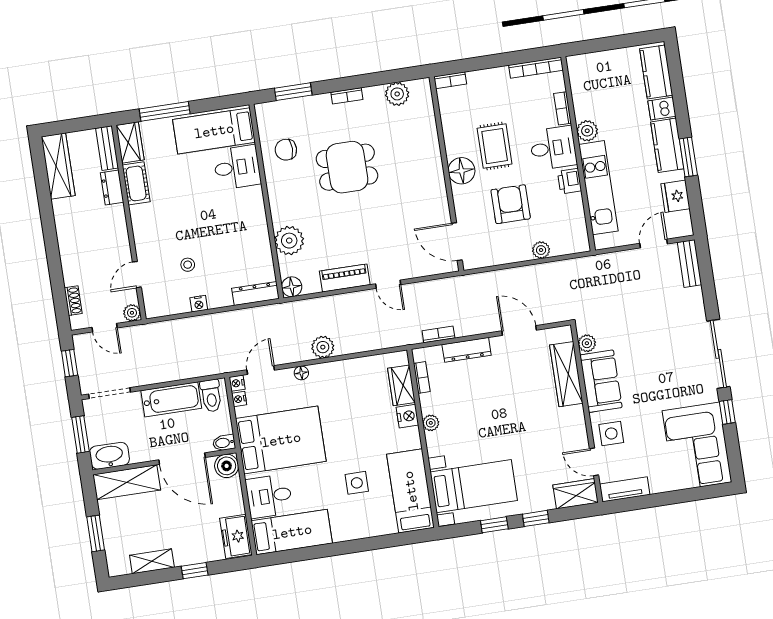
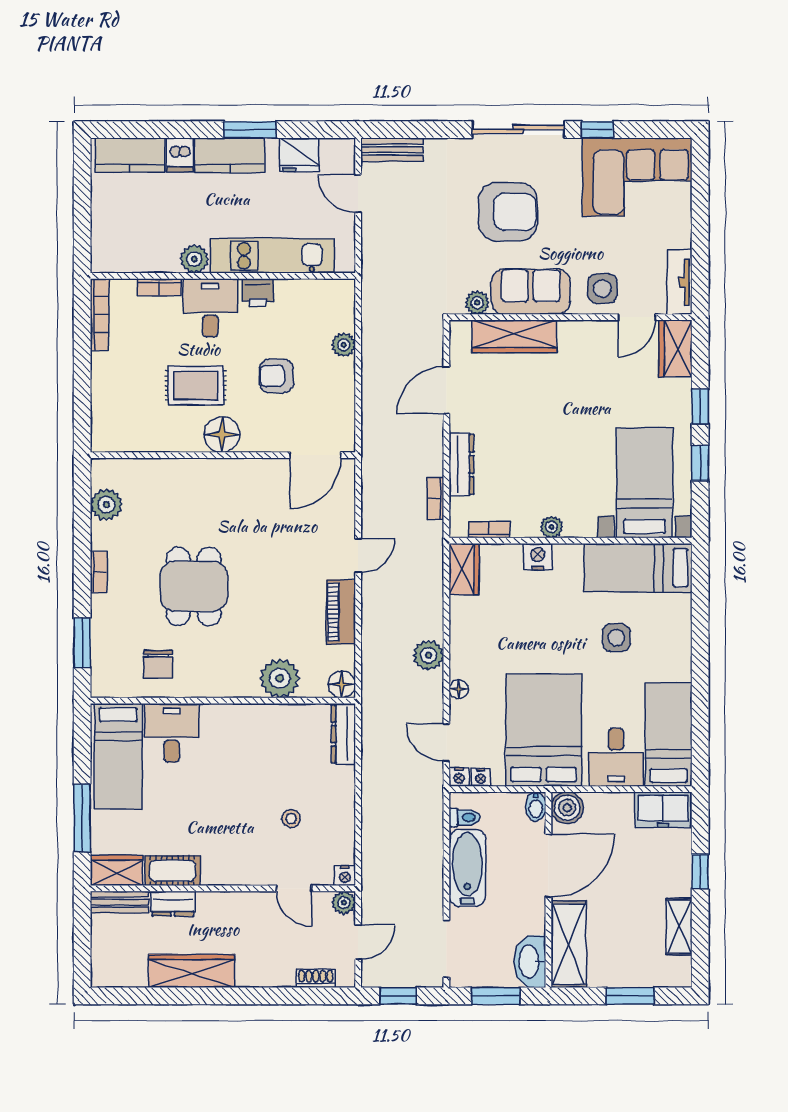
bookcase: (450, 80) -> (99, 431), removed
wardrobe: (58, 166) -> (192, 971), moved
armchair: (511, 204) -> (276, 376), width x0.72, depth x0.72
nightstand: (199, 304) -> (345, 876), moved, turned 90
armchair: (657, 355) -> (508, 212), added
wardrobe: (401, 385) -> (464, 569), moved, turned -90
toilet: (211, 396) -> (465, 818), width x0.73, depth x0.72

